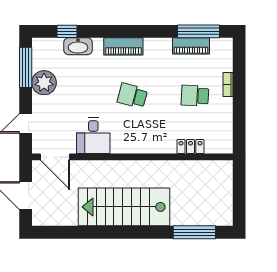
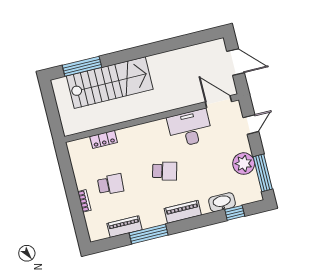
window: (199, 31) -> (149, 234), moved
desk: (93, 136) -> (190, 128), width x1.37
stairs: (124, 207) -> (110, 83), moved

